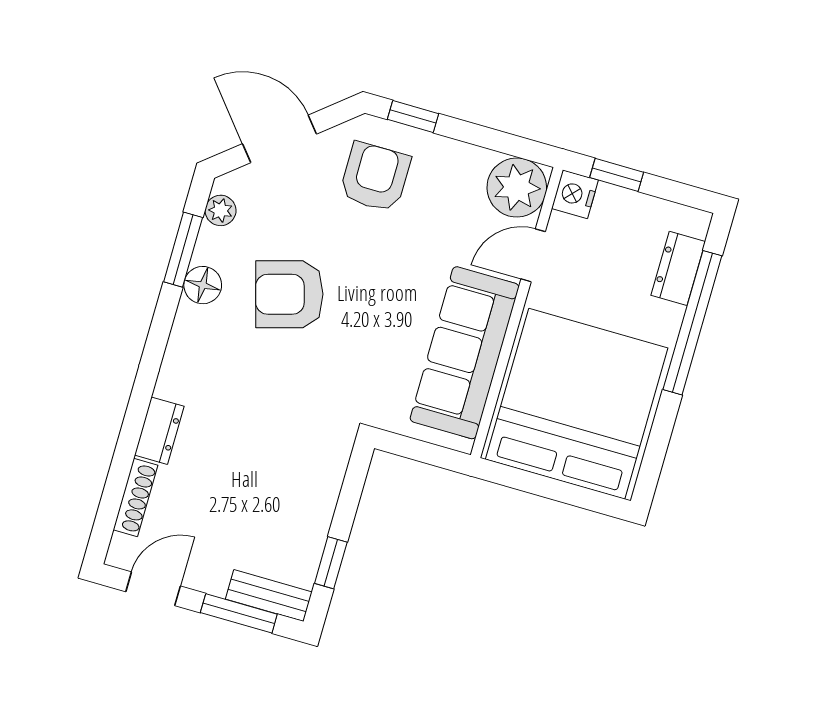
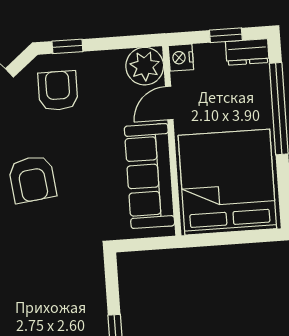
window: (617, 175) -> (226, 35), moved
dresser: (678, 268) -> (247, 52), moved, turned -90
armchair: (289, 294) -> (32, 179), turned -81

